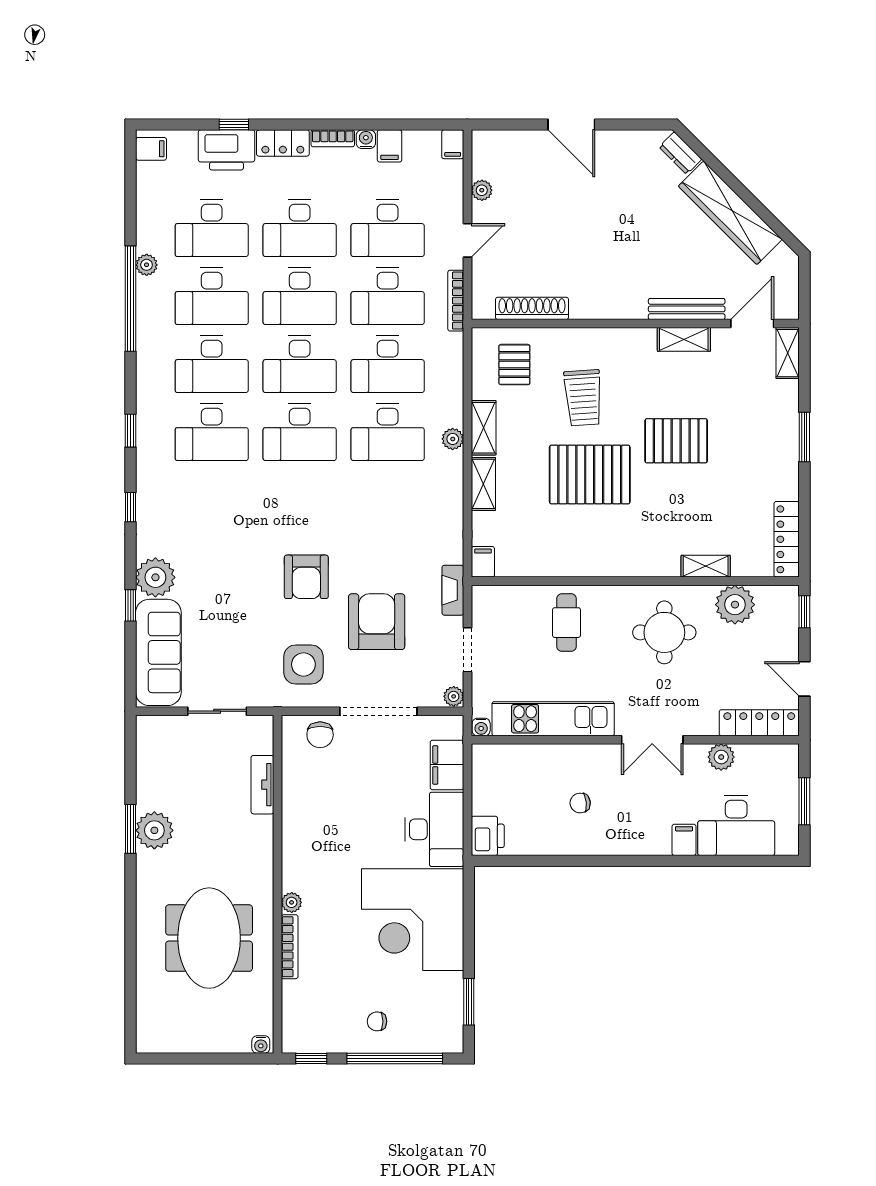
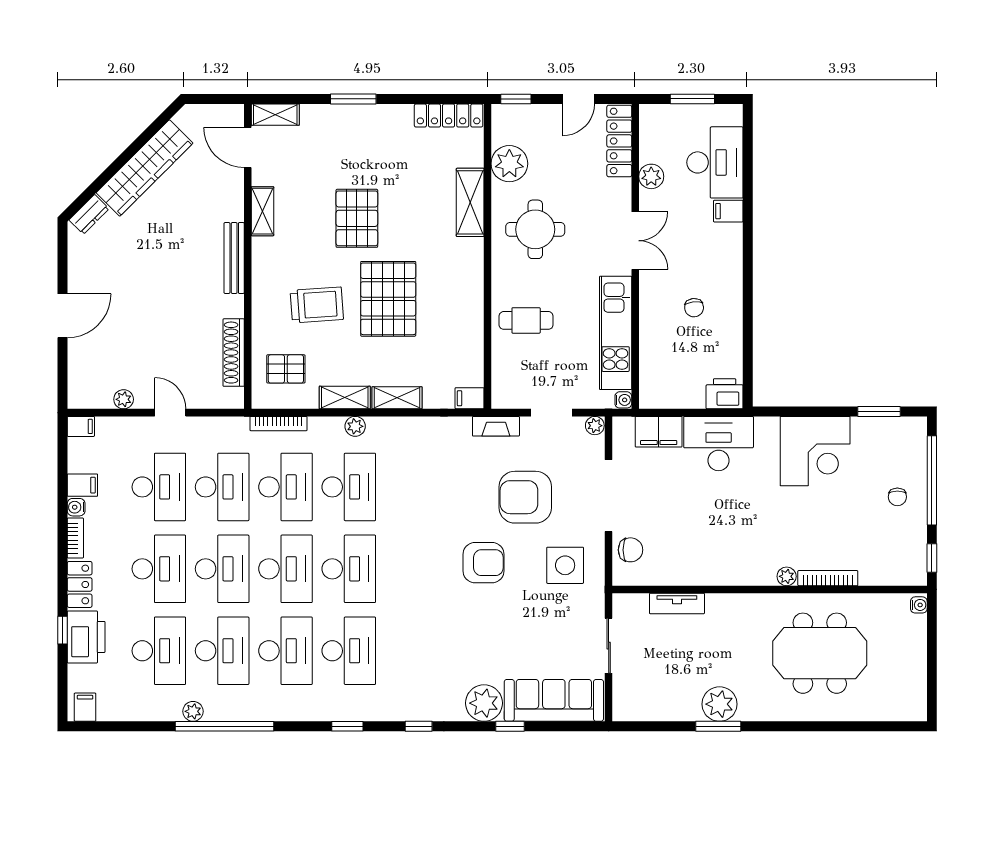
bookcase: (456, 301) -> (278, 424), moved
bench: (687, 309) -> (234, 258), moved
shelving: (706, 566) -> (470, 202), width x1.50, depth x1.33
corner desk: (413, 920) -> (815, 451), width x0.74, depth x0.74

